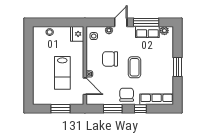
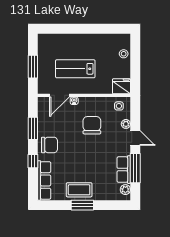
coffee table: (135, 67) -> (79, 190), moved

